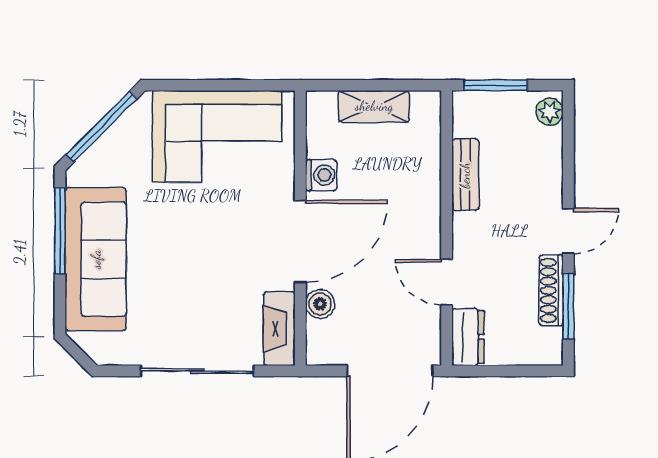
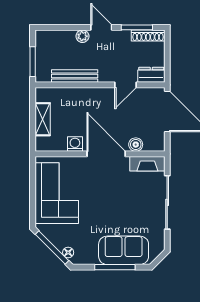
plant: (550, 112) -> (82, 36), moved
floor lamp: (91, 161) -> (68, 252), added
bench: (465, 175) -> (75, 76), width x1.36
window: (60, 231) -> (115, 267), moved
sofa: (96, 259) -> (124, 250), width x0.73
shoe rack: (551, 290) -> (148, 36), moved

